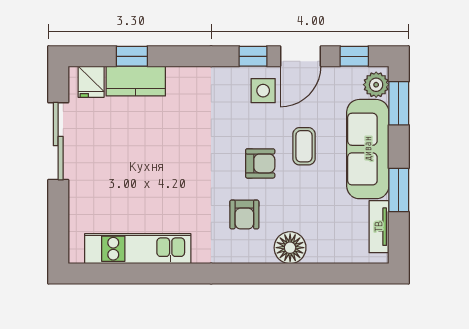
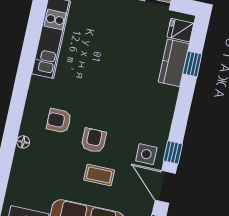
armchair: (260, 163) -> (94, 140), turned 180
floor lamp: (290, 248) -> (23, 142), width x0.53, depth x0.53

